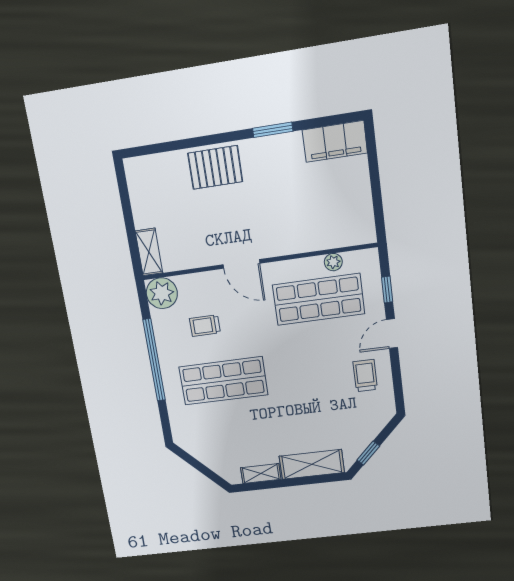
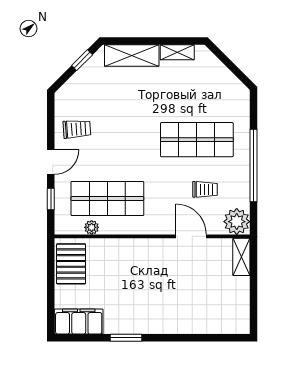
pallet: (215, 167) -> (71, 264), moved, turned 90
door: (241, 264) -> (191, 236), moved
trolley: (365, 376) -> (77, 129), turned -94

